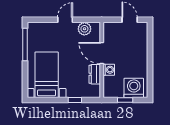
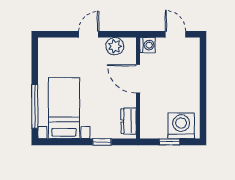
window: (25, 44) -> (35, 106), moved
washing machine: (109, 70) -> (148, 45), moved
dresser: (95, 74) -> (129, 121), moved

